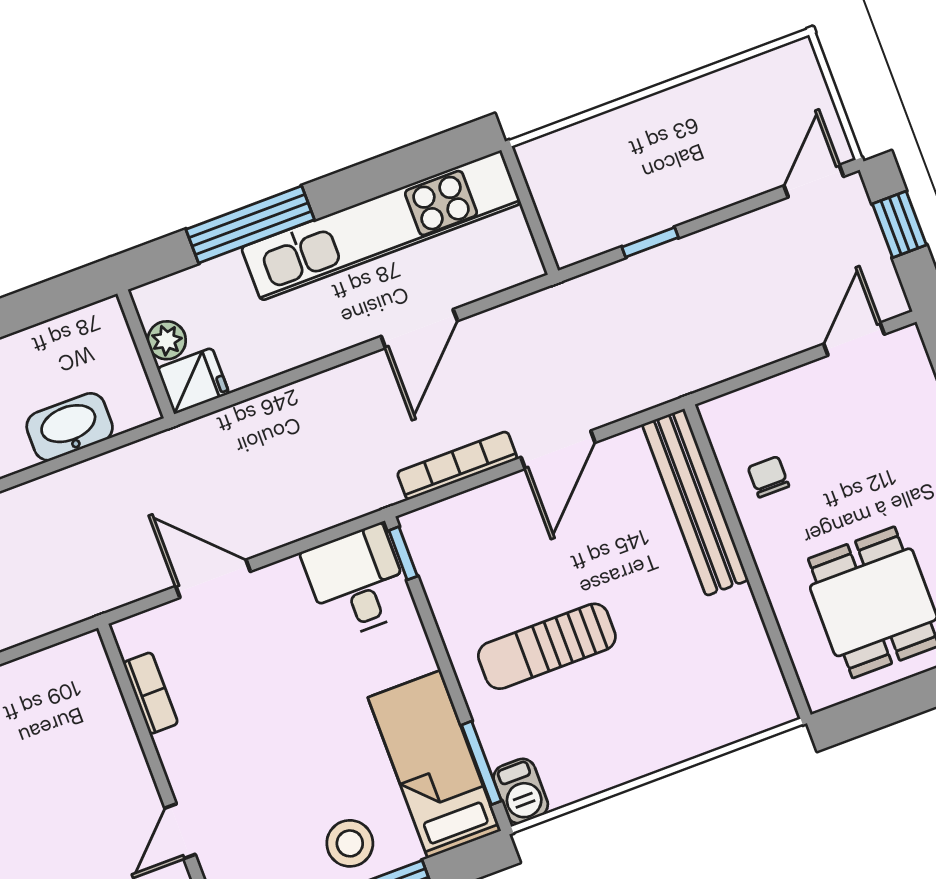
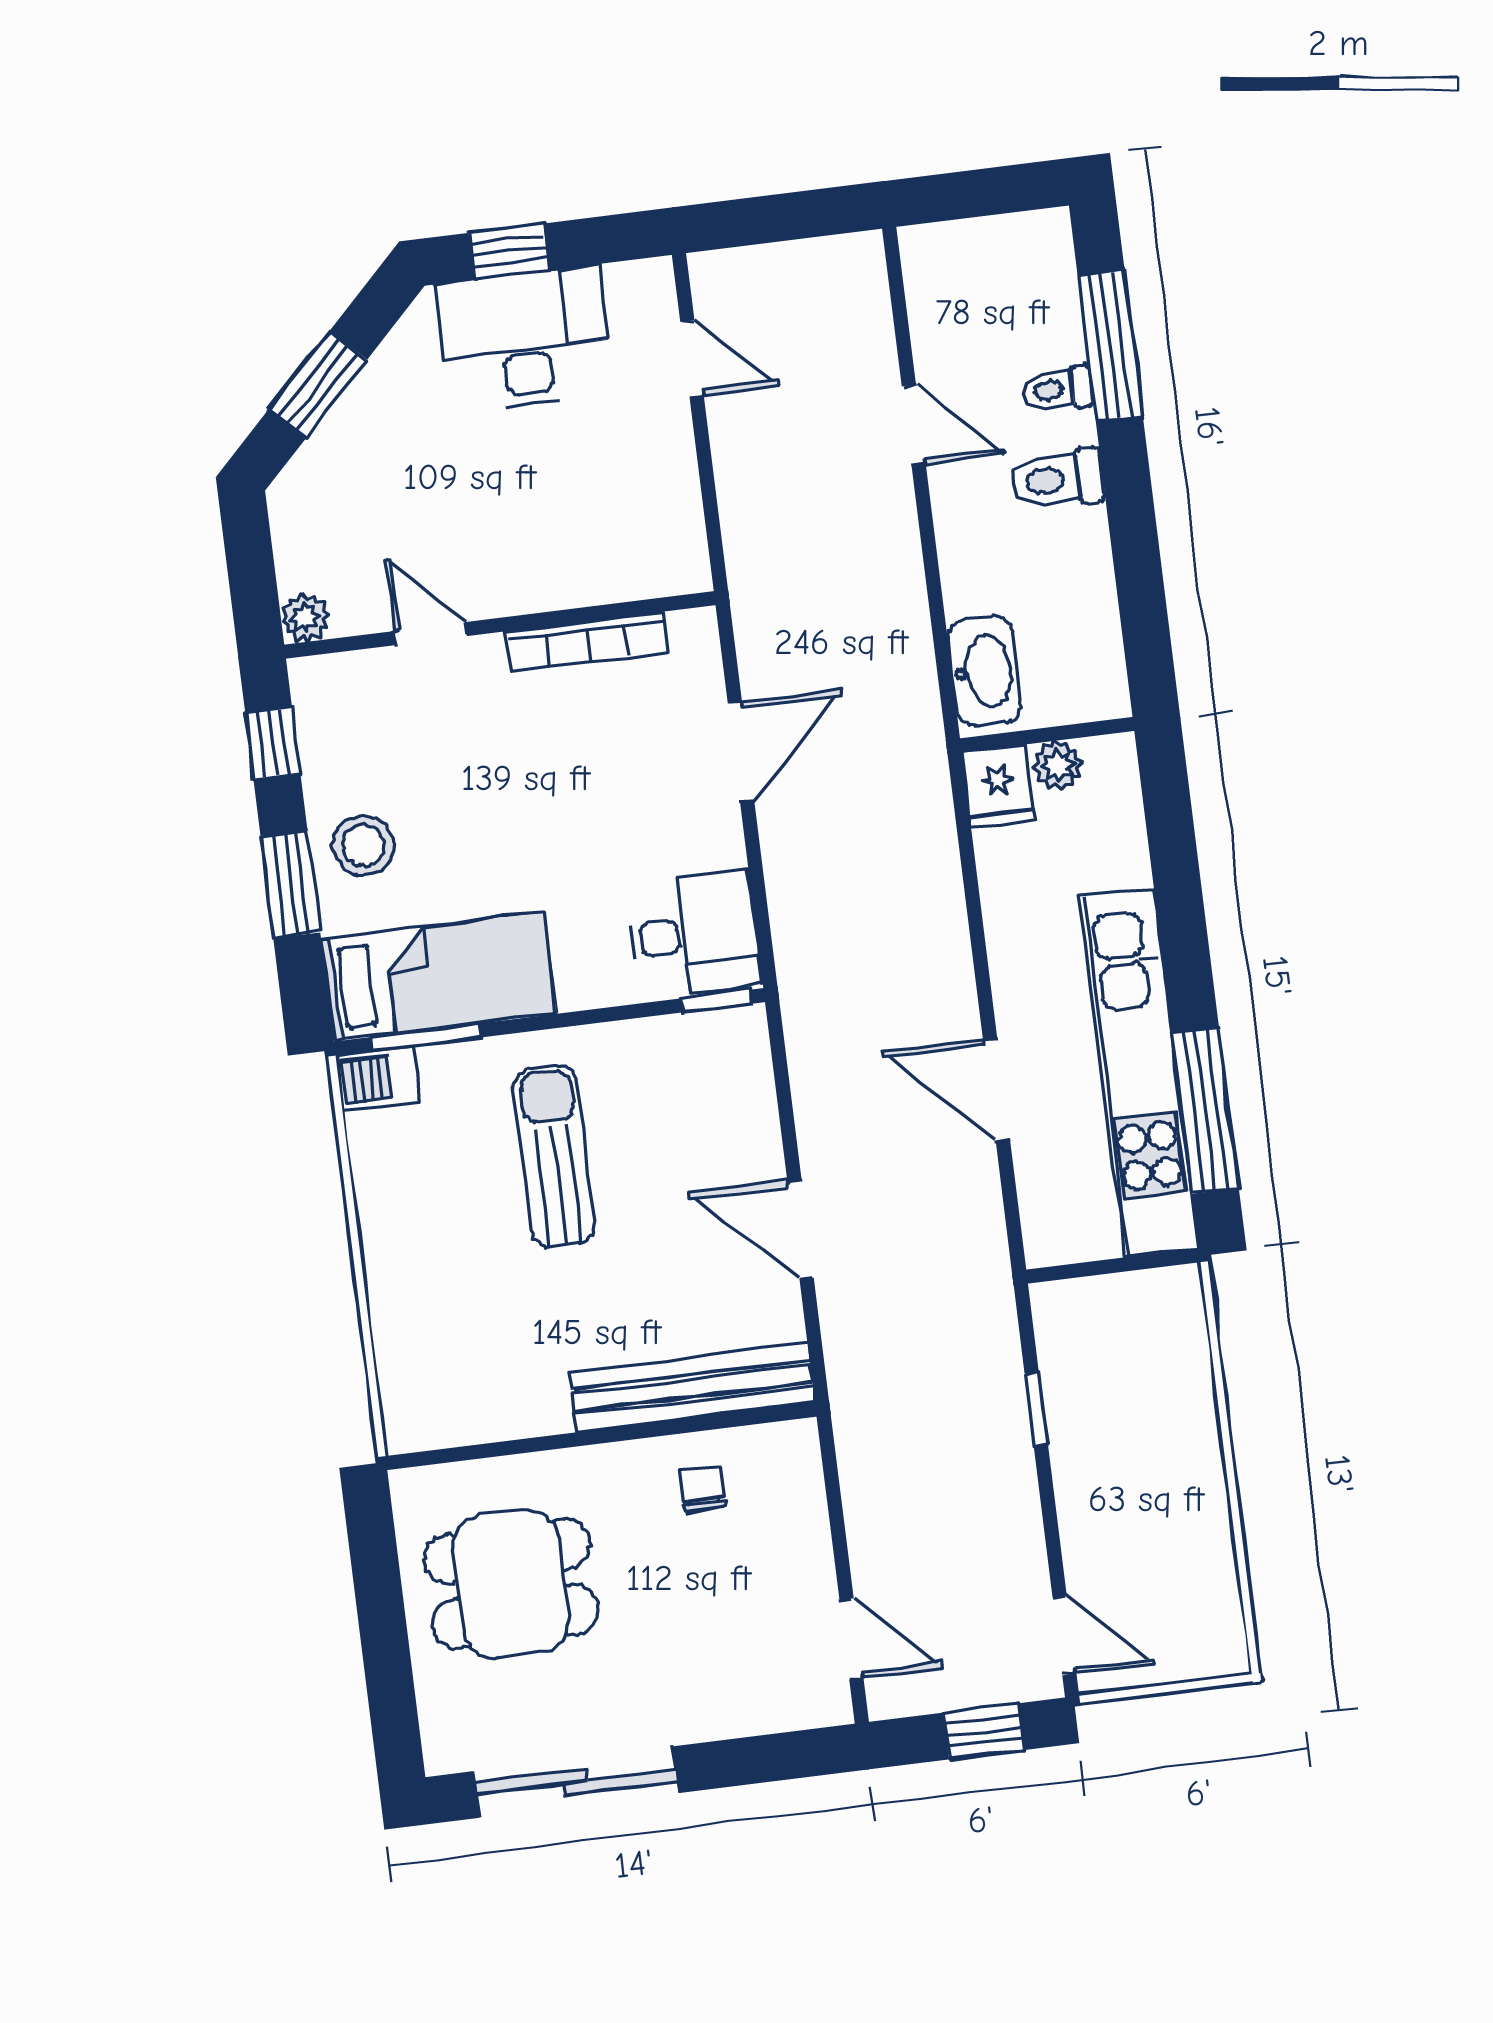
window: (250, 225) -> (1205, 1111), moved
washbasin: (70, 427) -> (984, 671), moved
bookcase: (457, 466) -> (811, 1096), removed
chair: (768, 477) -> (702, 1489), turned -90
bookcase: (151, 693) -> (587, 641), width x1.56

